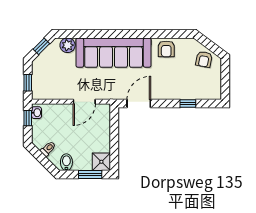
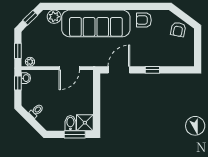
armchair: (166, 49) -> (144, 20), turned 90
plant: (41, 95) -> (30, 62), added
window: (188, 104) -> (152, 70), moved
bidet: (66, 162) -> (70, 123), moved

